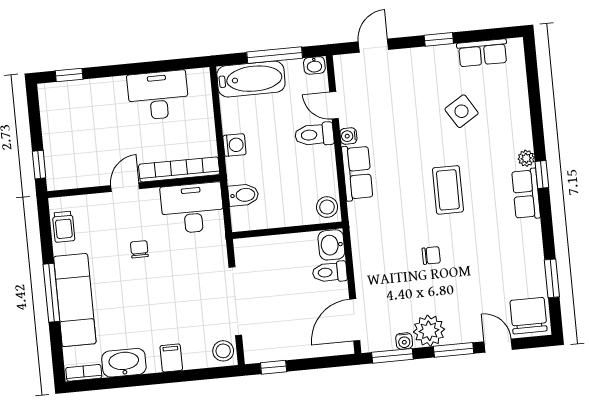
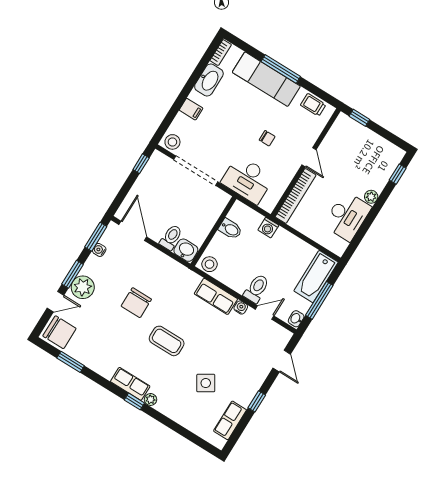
plant: (116, 85) -> (371, 197), added
washing machine: (234, 145) -> (268, 228), moved
bidet: (243, 195) -> (230, 229), moved, turned -90
desk: (192, 208) -> (247, 180), moved, turned 90
chair: (431, 256) -> (136, 303), width x1.87, depth x1.87
plant: (429, 331) -> (83, 287), moved

